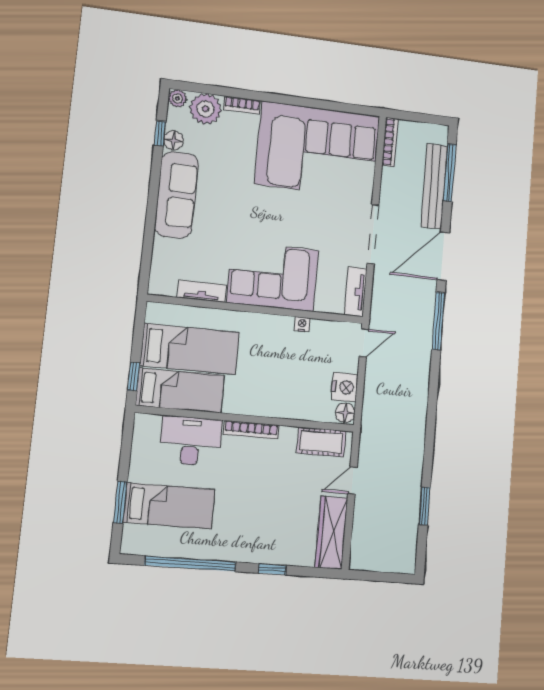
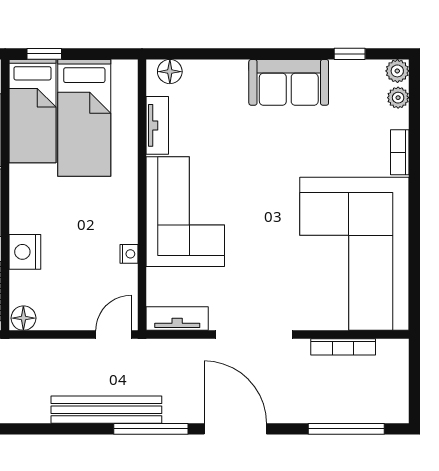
plant: (206, 109) -> (398, 98), width x0.53, depth x0.53
floor lamp: (173, 140) -> (170, 72), moved
bookcase: (390, 142) -> (343, 347), moved
bench: (434, 186) -> (106, 410), moved
sofa: (177, 195) -> (289, 82), width x0.73
door: (364, 343) -> (114, 334), swing flipped
nightstand: (345, 387) -> (25, 252), moved, turned 90

